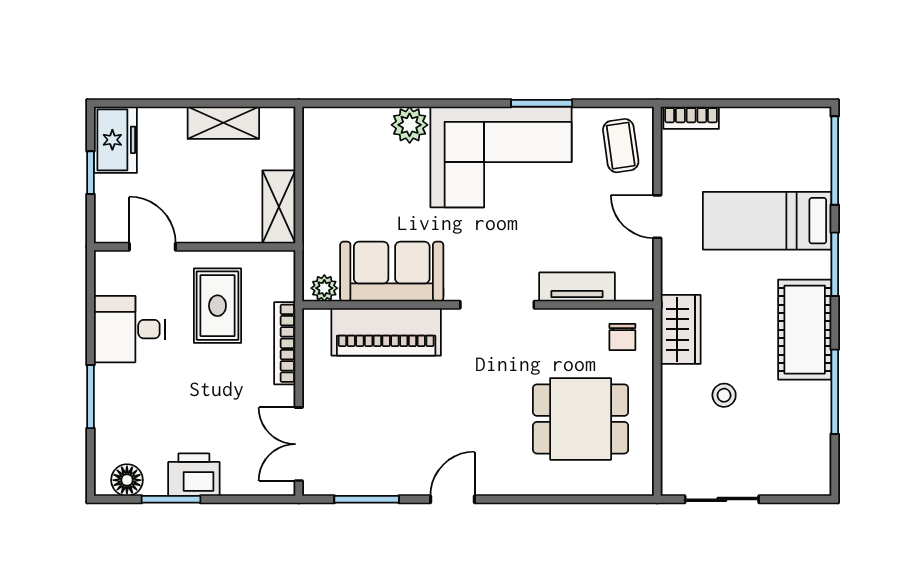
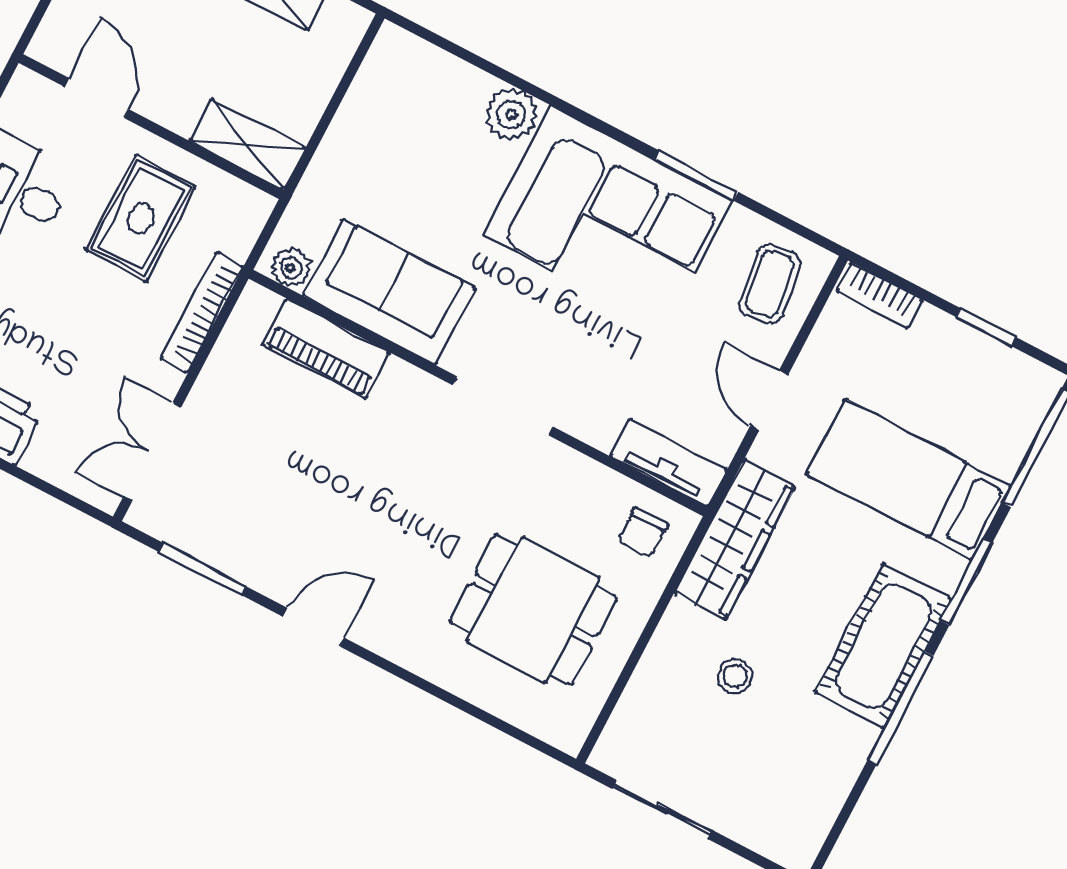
window: (766, 103) -> (986, 327), added
shelving: (279, 207) -> (247, 144), moved, turned 90
tv unit: (577, 287) -> (668, 463), moved
wardrobe: (681, 329) -> (735, 539), width x1.50
piano: (386, 332) -> (326, 349), width x0.73, depth x0.75
window: (835, 392) -> (900, 708), moved

